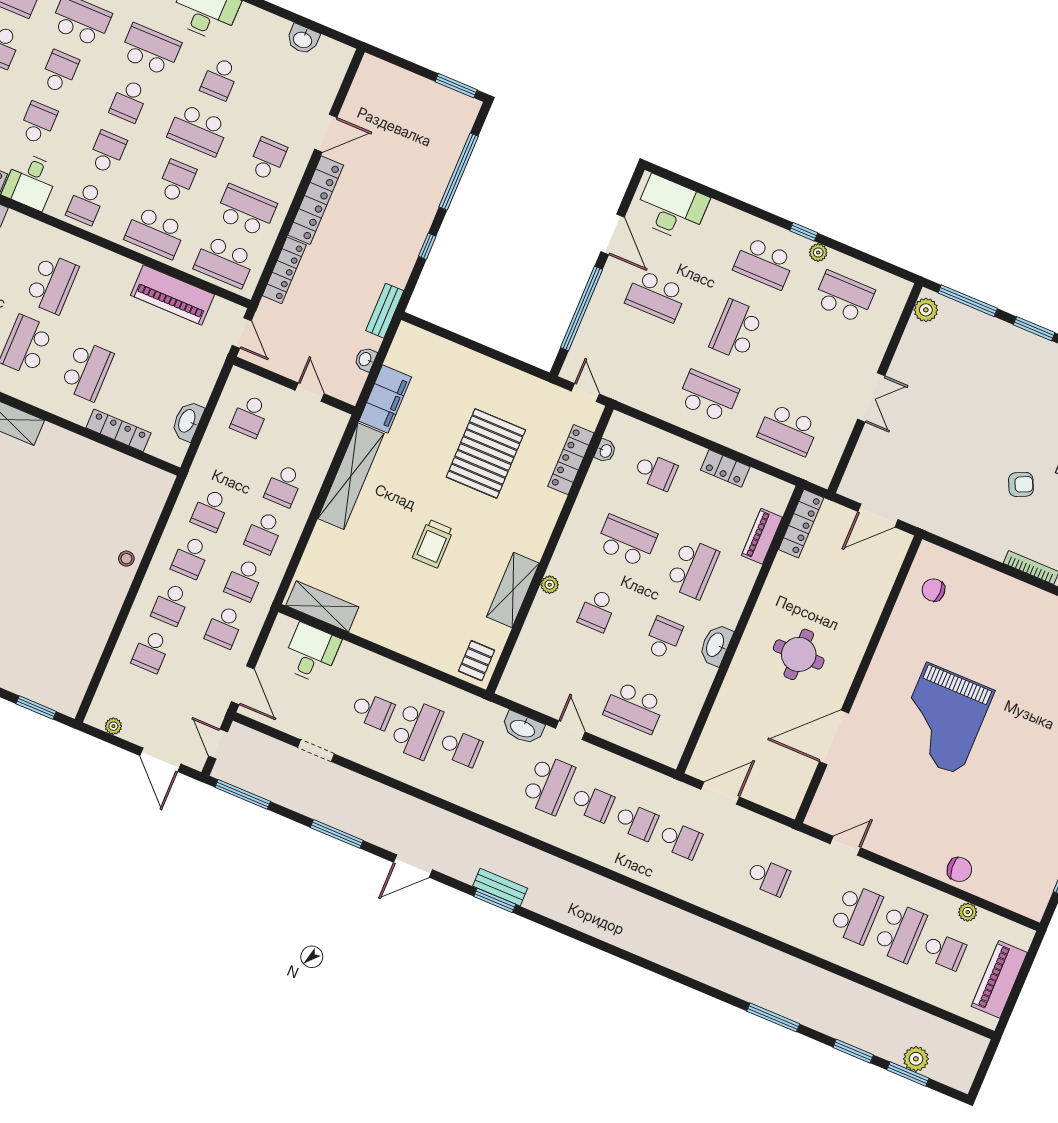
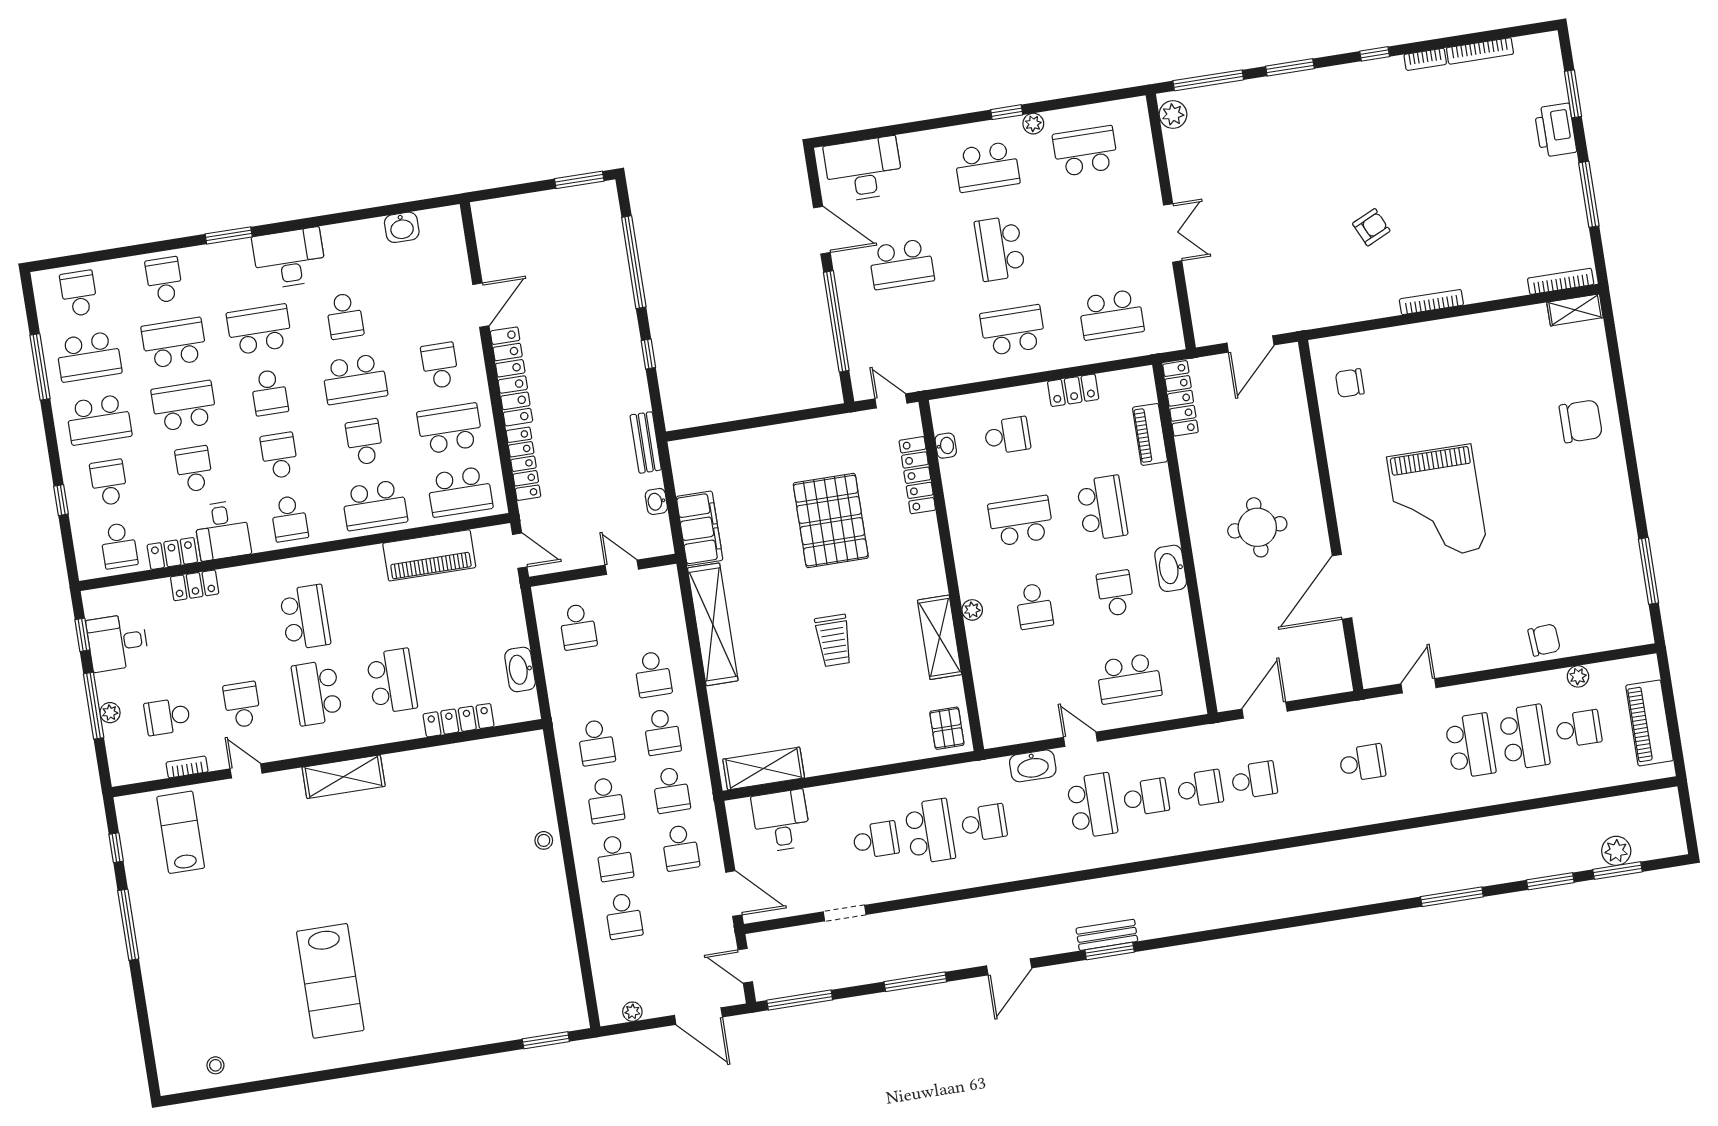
school desk: (60, 72) -> (184, 406), width x1.85

